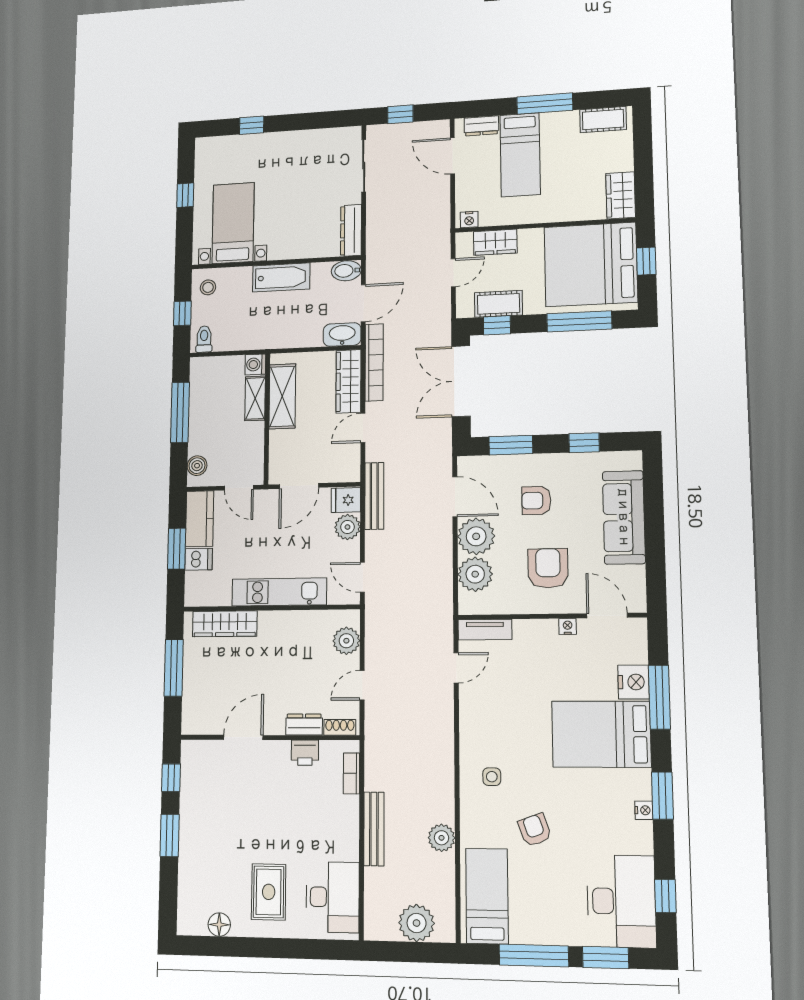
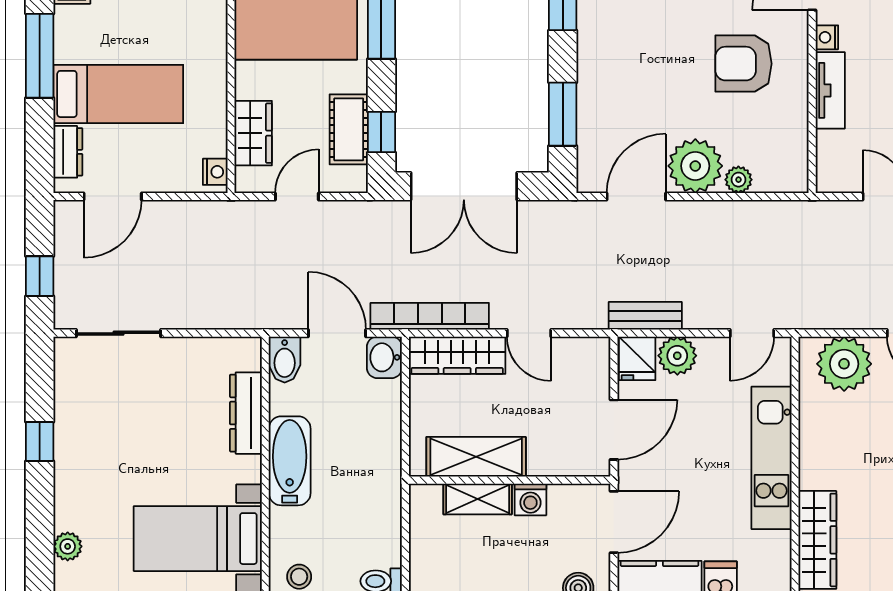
window: (252, 125) -> (40, 442), moved
plant: (230, 144) -> (68, 546), added
dresser: (351, 230) -> (246, 413), moved, turned 90
door: (453, 273) -> (297, 196), hinge flipped
washbasin: (342, 335) -> (384, 357), width x0.72
washing machine: (255, 364) -> (530, 499), moved
door: (299, 486) -> (614, 430), hinge flipped
door: (239, 488) -> (614, 522), width x1.38
bench: (374, 496) -> (645, 316), width x0.73
armchair: (536, 500) -> (645, 78), removed
plant: (475, 574) -> (738, 180), width x0.53, depth x0.53
tv unit: (485, 630) -> (830, 90), moved
plant: (346, 641) -> (844, 364), width x1.36, depth x1.36

